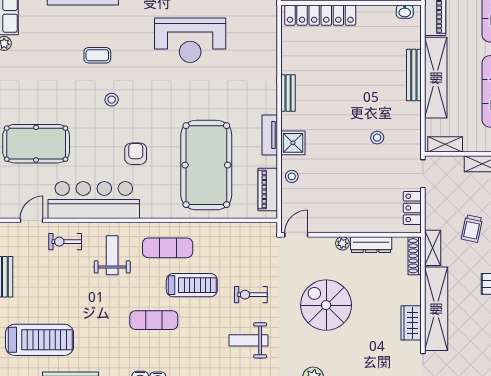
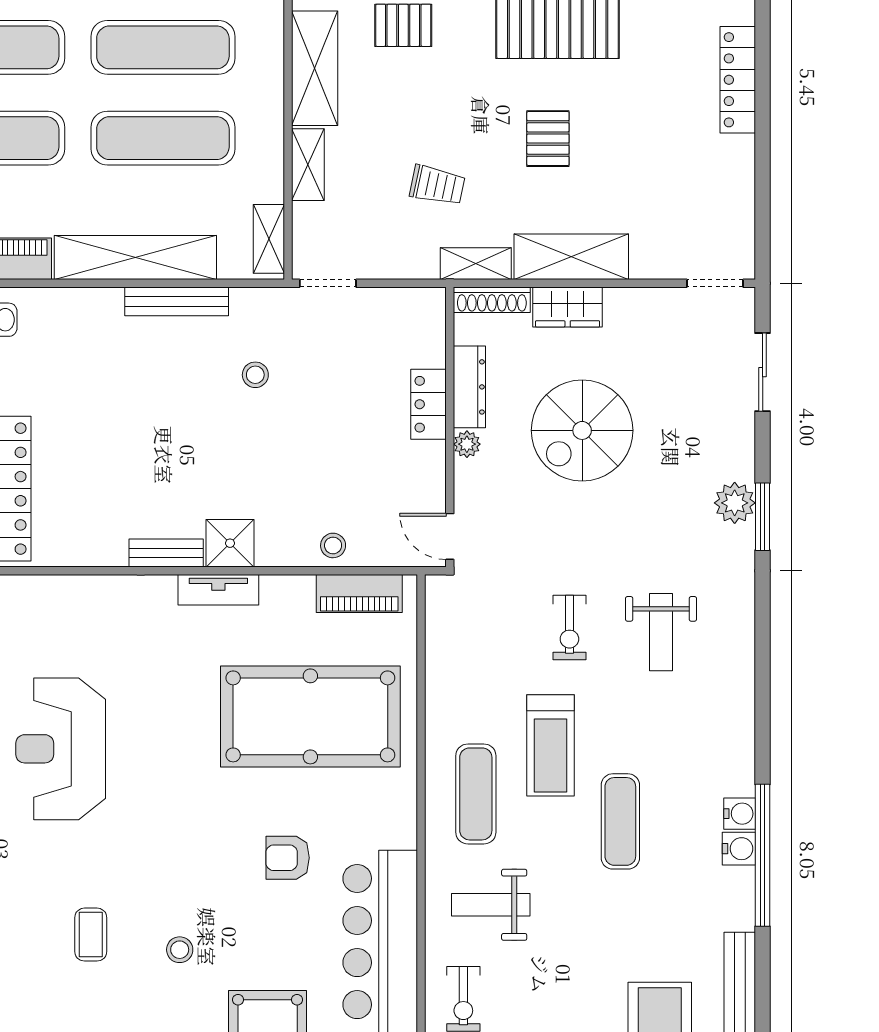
reception desk: (190, 40) -> (61, 749), turned 180
bench: (414, 75) -> (177, 301), moved
stool: (112, 100) -> (180, 950), moved
tv unit: (270, 135) -> (218, 590), moved
shower: (293, 143) -> (230, 543), moved
locker: (412, 208) -> (429, 404), moved, turned 90
treadmill: (192, 285) -> (550, 745), turned 180
spiral stairs: (326, 305) -> (582, 430), moved
shelving: (436, 309) -> (571, 257), width x0.68
wardrobe: (411, 323) -> (568, 307), moved

